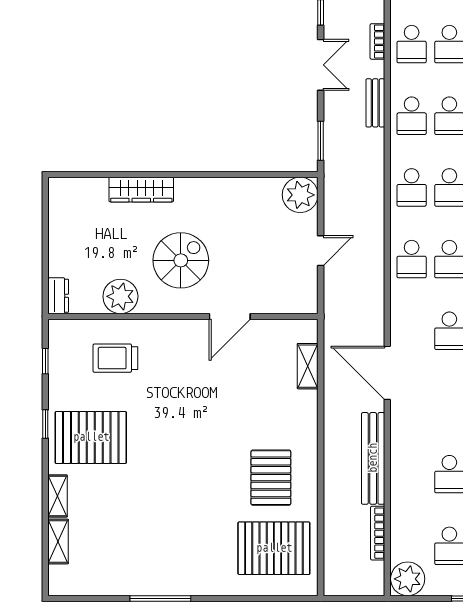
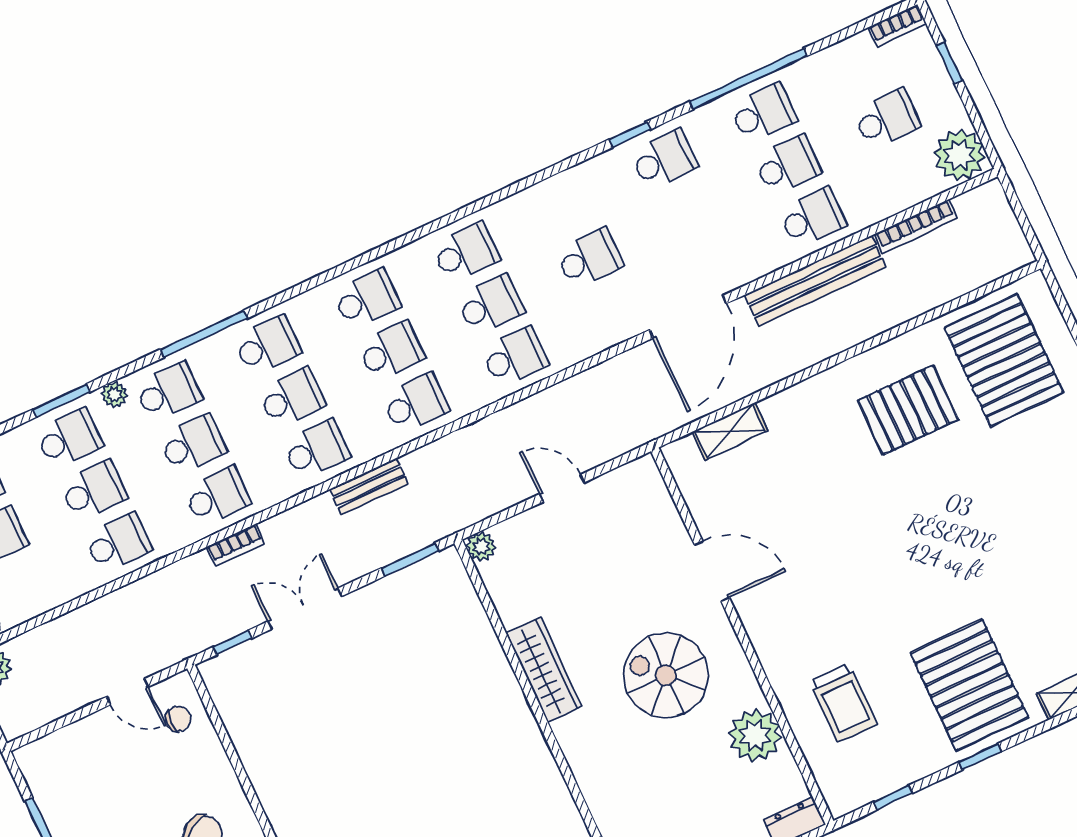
bench: (375, 103) -> (369, 486), moved
wardrobe: (141, 190) -> (544, 670), moved
plant: (300, 195) -> (481, 547), width x0.53, depth x0.53
school desk: (412, 474) -> (812, 218), added

